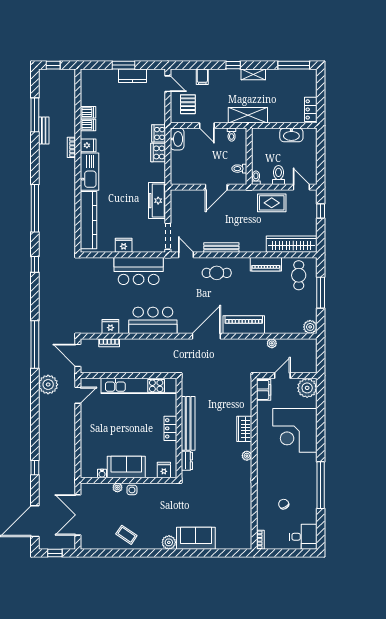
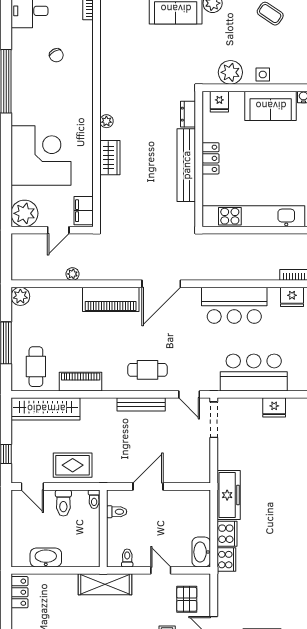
freezer: (157, 201) -> (229, 495), moved
plant: (117, 487) -> (230, 72), moved, width x1.88, depth x1.88

